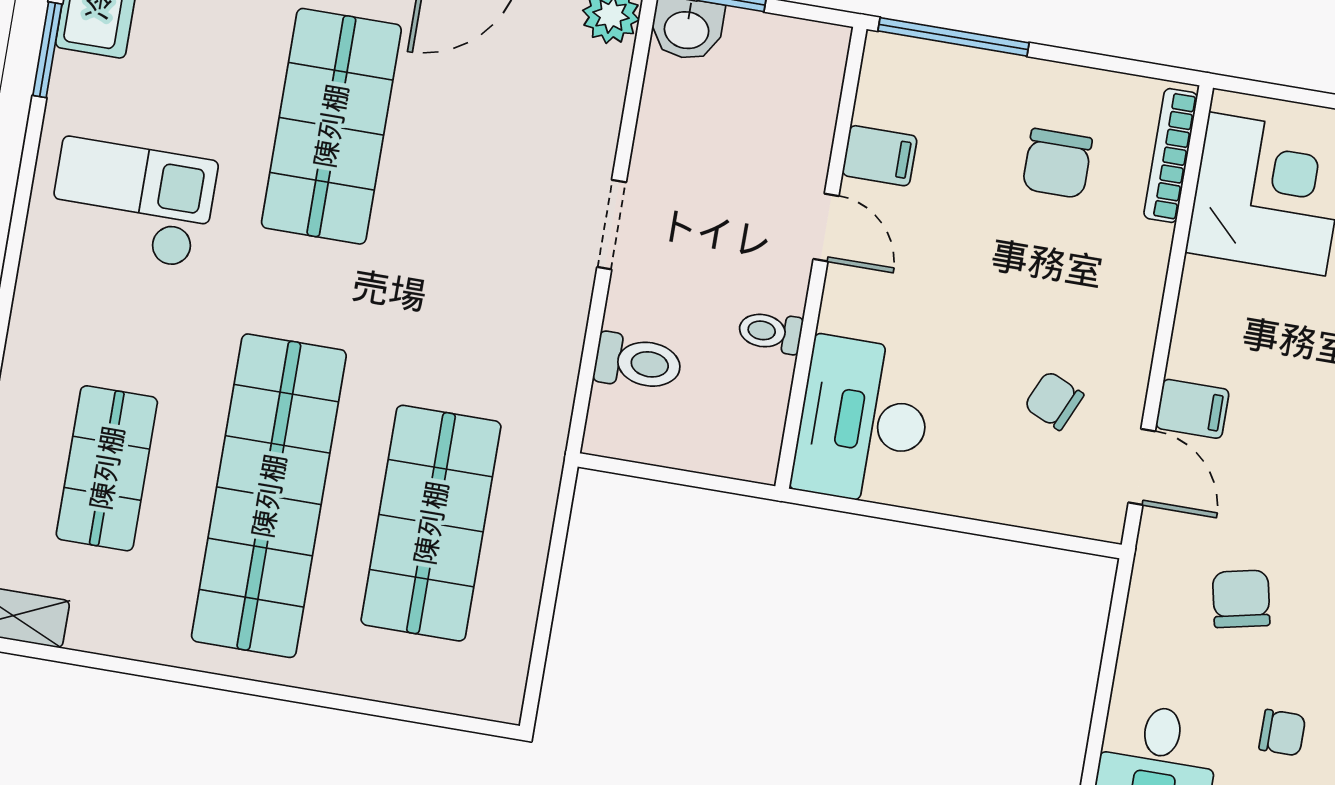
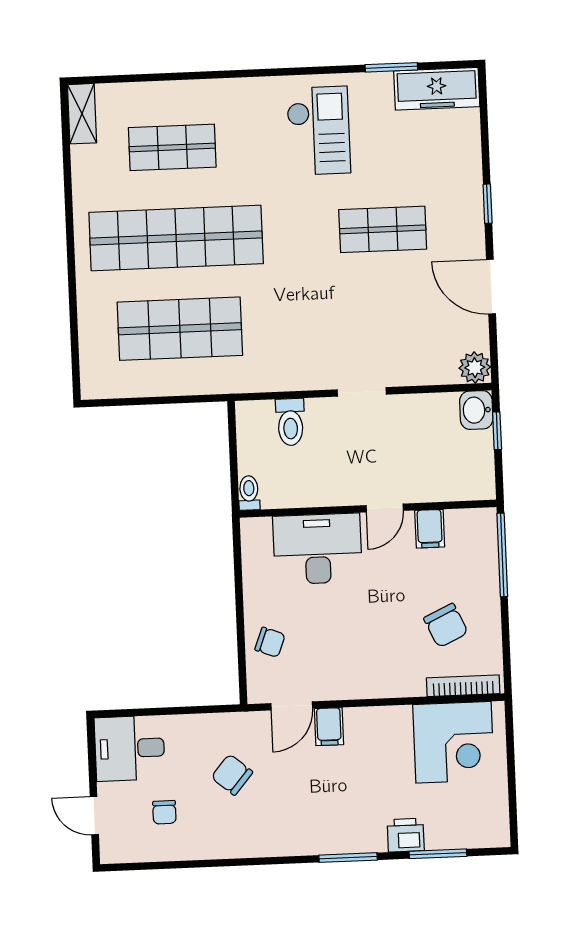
shop shelf: (331, 126) -> (383, 229), width x0.70, depth x0.74
chair: (1057, 163) -> (446, 625), turned -115
toilet: (770, 332) -> (249, 493), moved
chair: (1054, 401) -> (270, 642), moved, turned 87
desk: (863, 421) -> (318, 549), moved
chair: (1241, 599) -> (232, 775), turned -128

